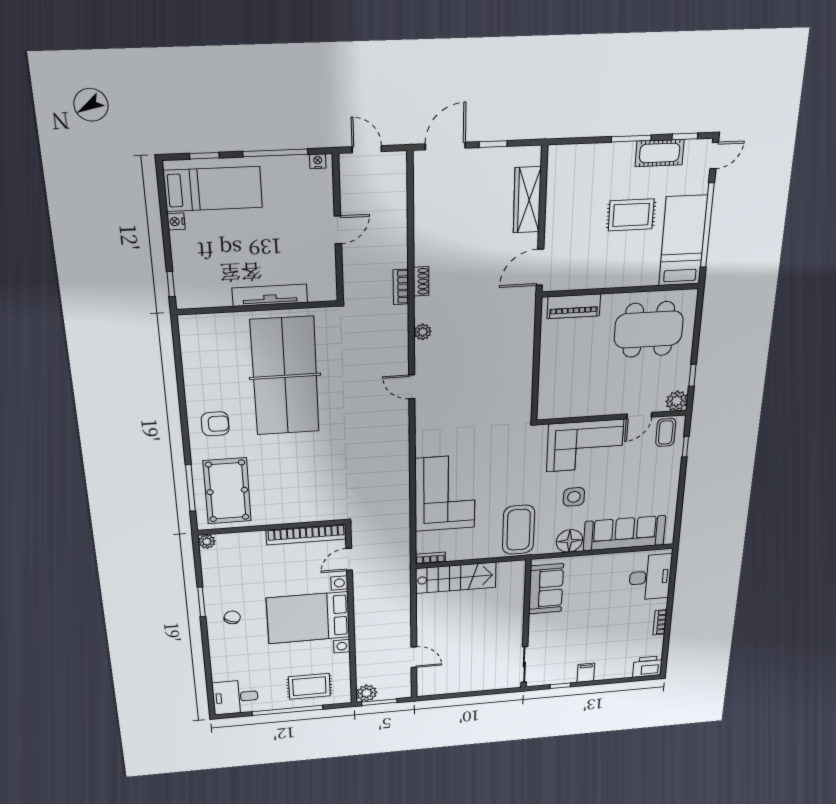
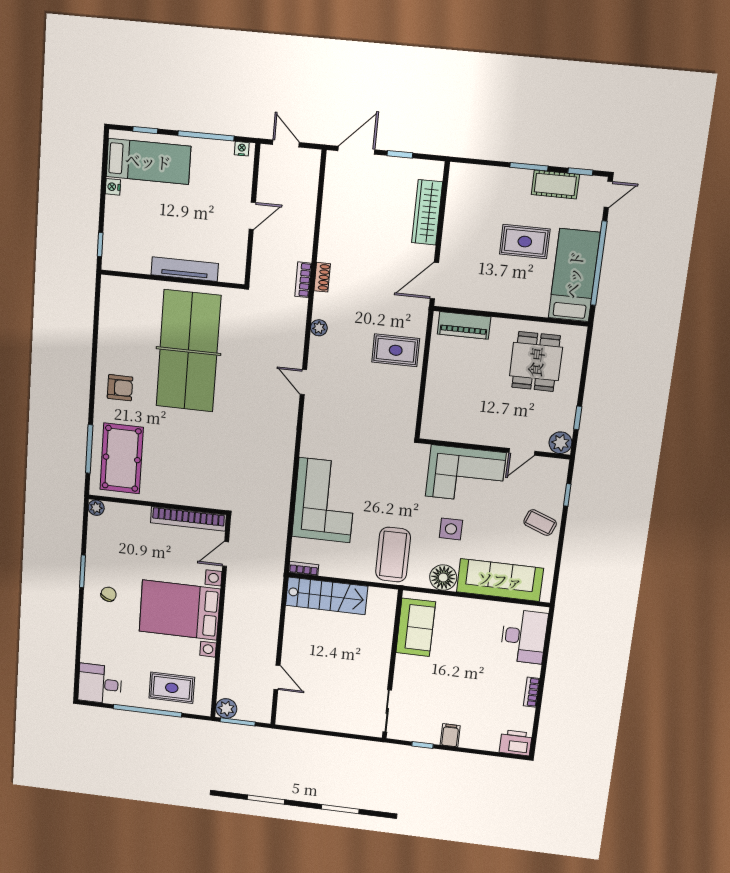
dining table: (649, 329) -> (536, 362), width x0.73
rug: (505, 341) -> (396, 350), added
coffee table: (666, 432) -> (540, 523), moved, turned -69

